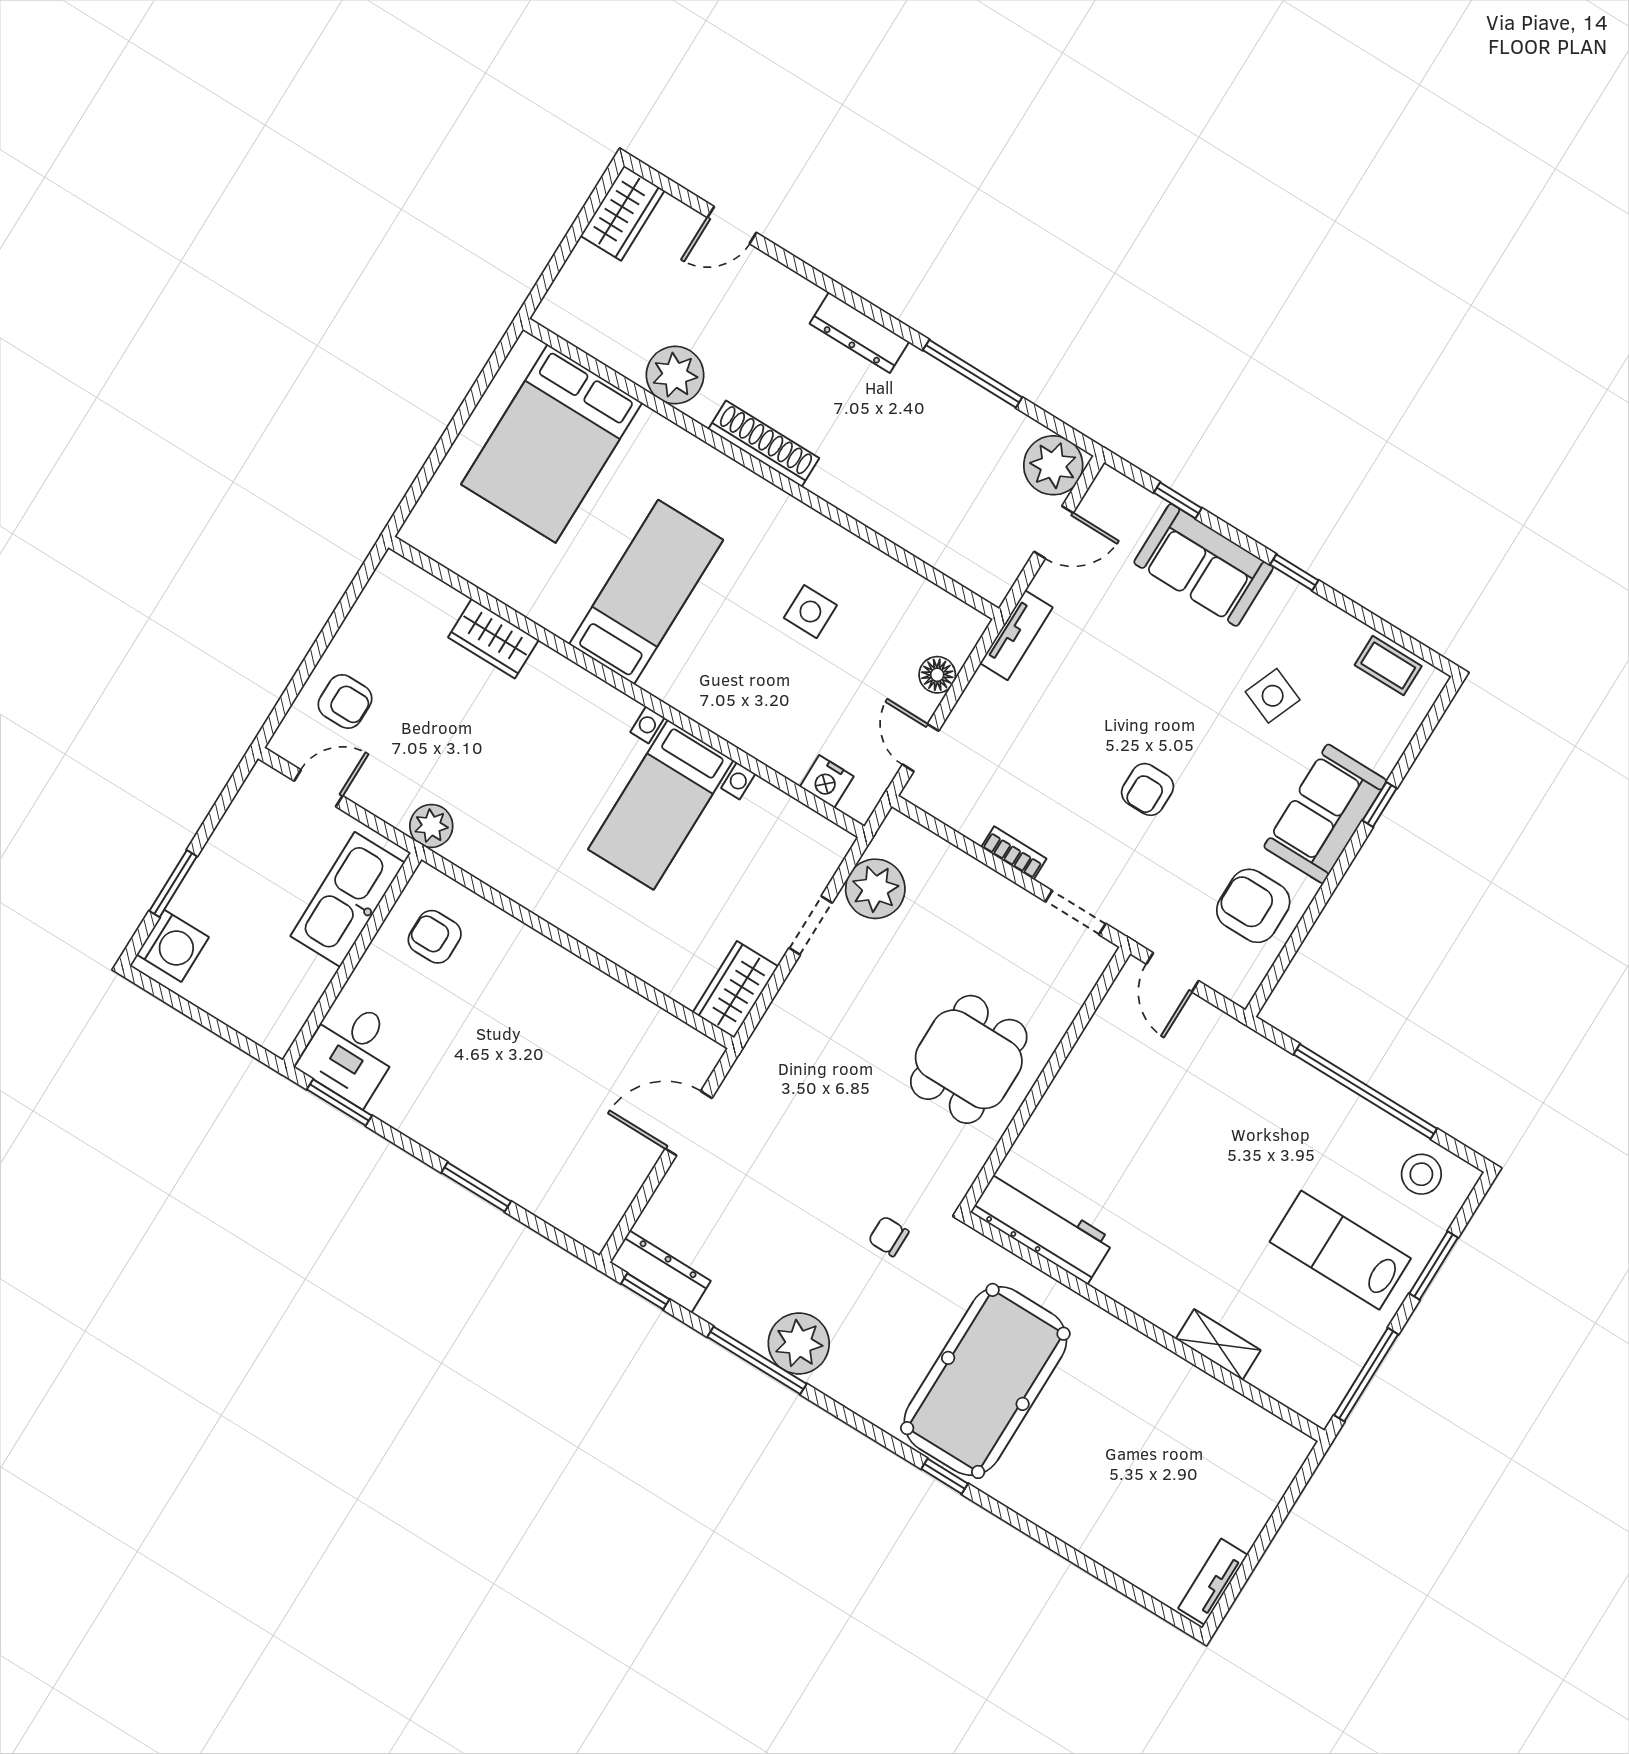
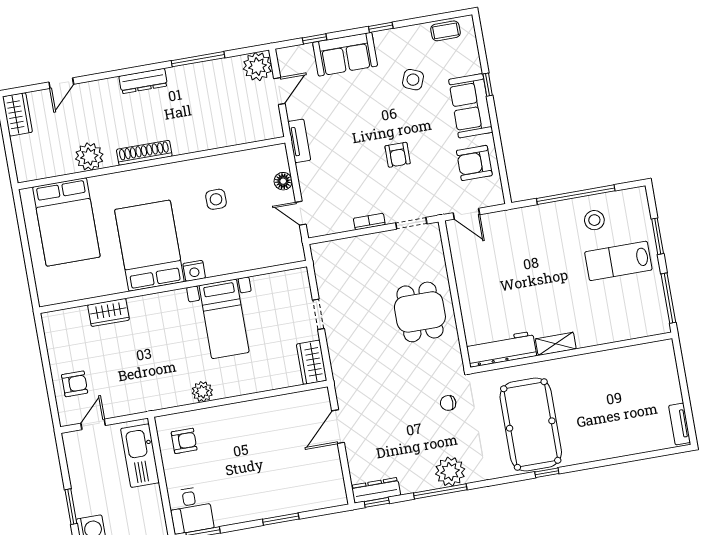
bed: (646, 592) -> (149, 246), width x1.50
nightstand: (827, 782) -> (194, 271), moved
plant: (431, 826) -> (202, 392), moved
plant: (875, 889) -> (330, 280), removed
armchair: (435, 937) -> (184, 441), turned 180
stool: (1421, 1174) -> (594, 220), moved
shelving: (1218, 1345) -> (556, 344), moved

